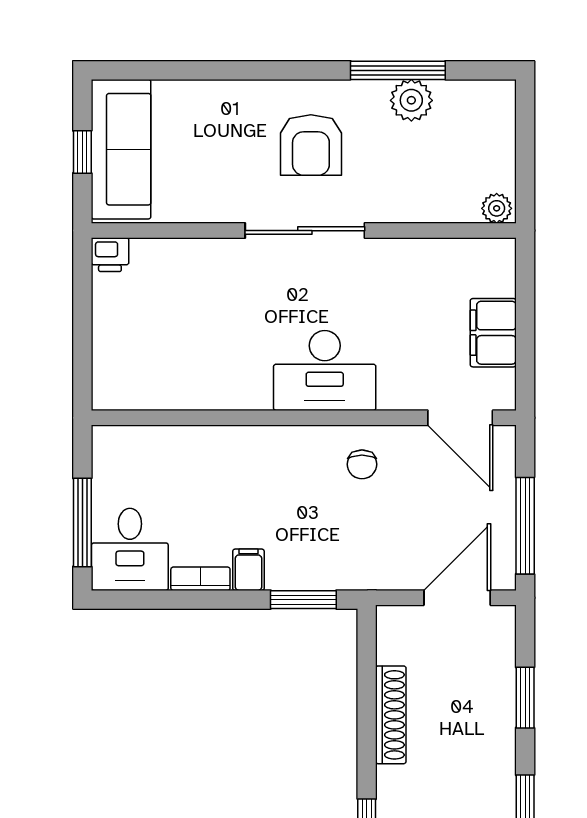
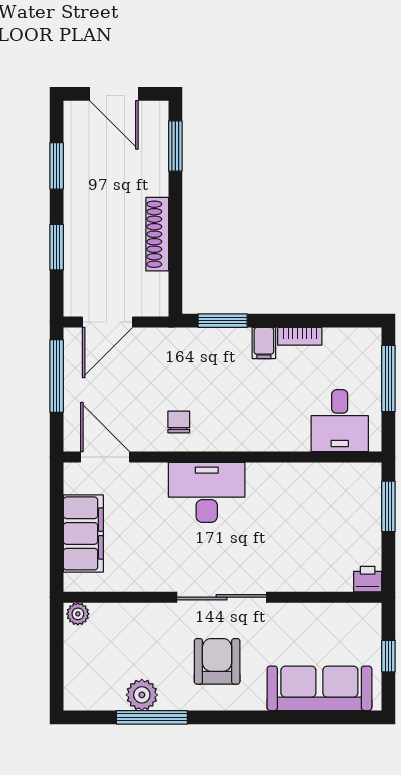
sofa: (121, 149) -> (319, 688), moved, turned 90
filing cabinet: (493, 333) -> (83, 533), width x1.50, depth x1.17
window: (82, 352) -> (388, 506), added
desk: (130, 549) -> (340, 421), moved, turned 180

